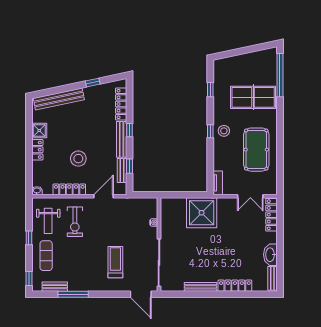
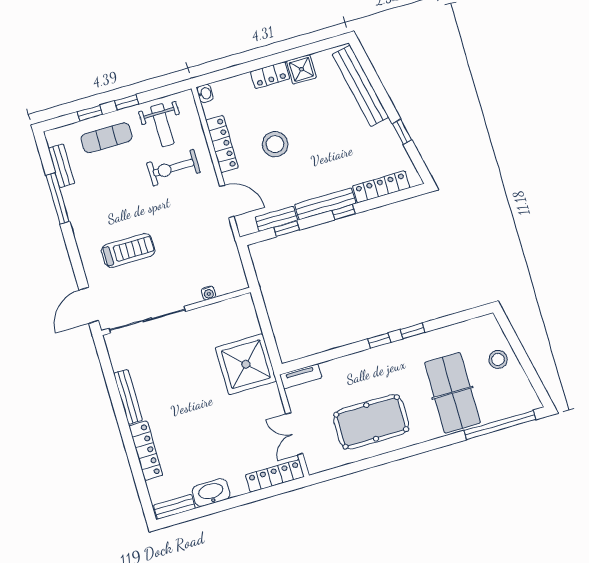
window: (210, 90) -> (413, 331), moved
stool: (224, 131) -> (498, 359), moved
weight bench: (48, 221) -> (162, 125), turned -90
window: (29, 278) -> (90, 113), moved

